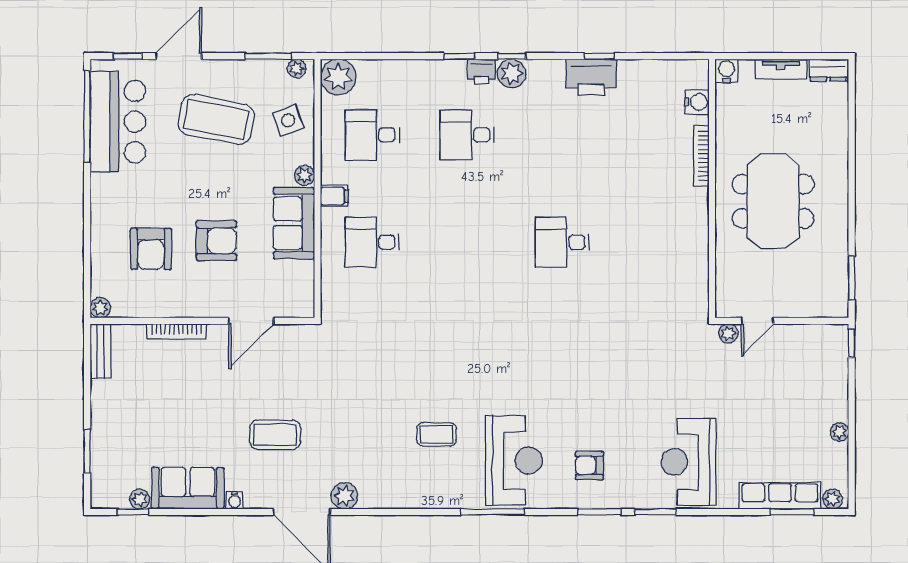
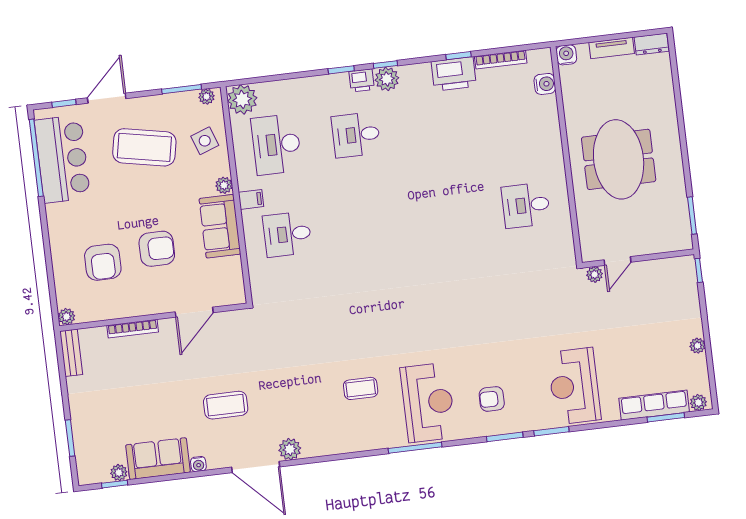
desk: (372, 135) -> (276, 144), width x1.37
bookcase: (701, 156) -> (501, 60), moved, turned -90
desk: (562, 242) -> (526, 205), moved

